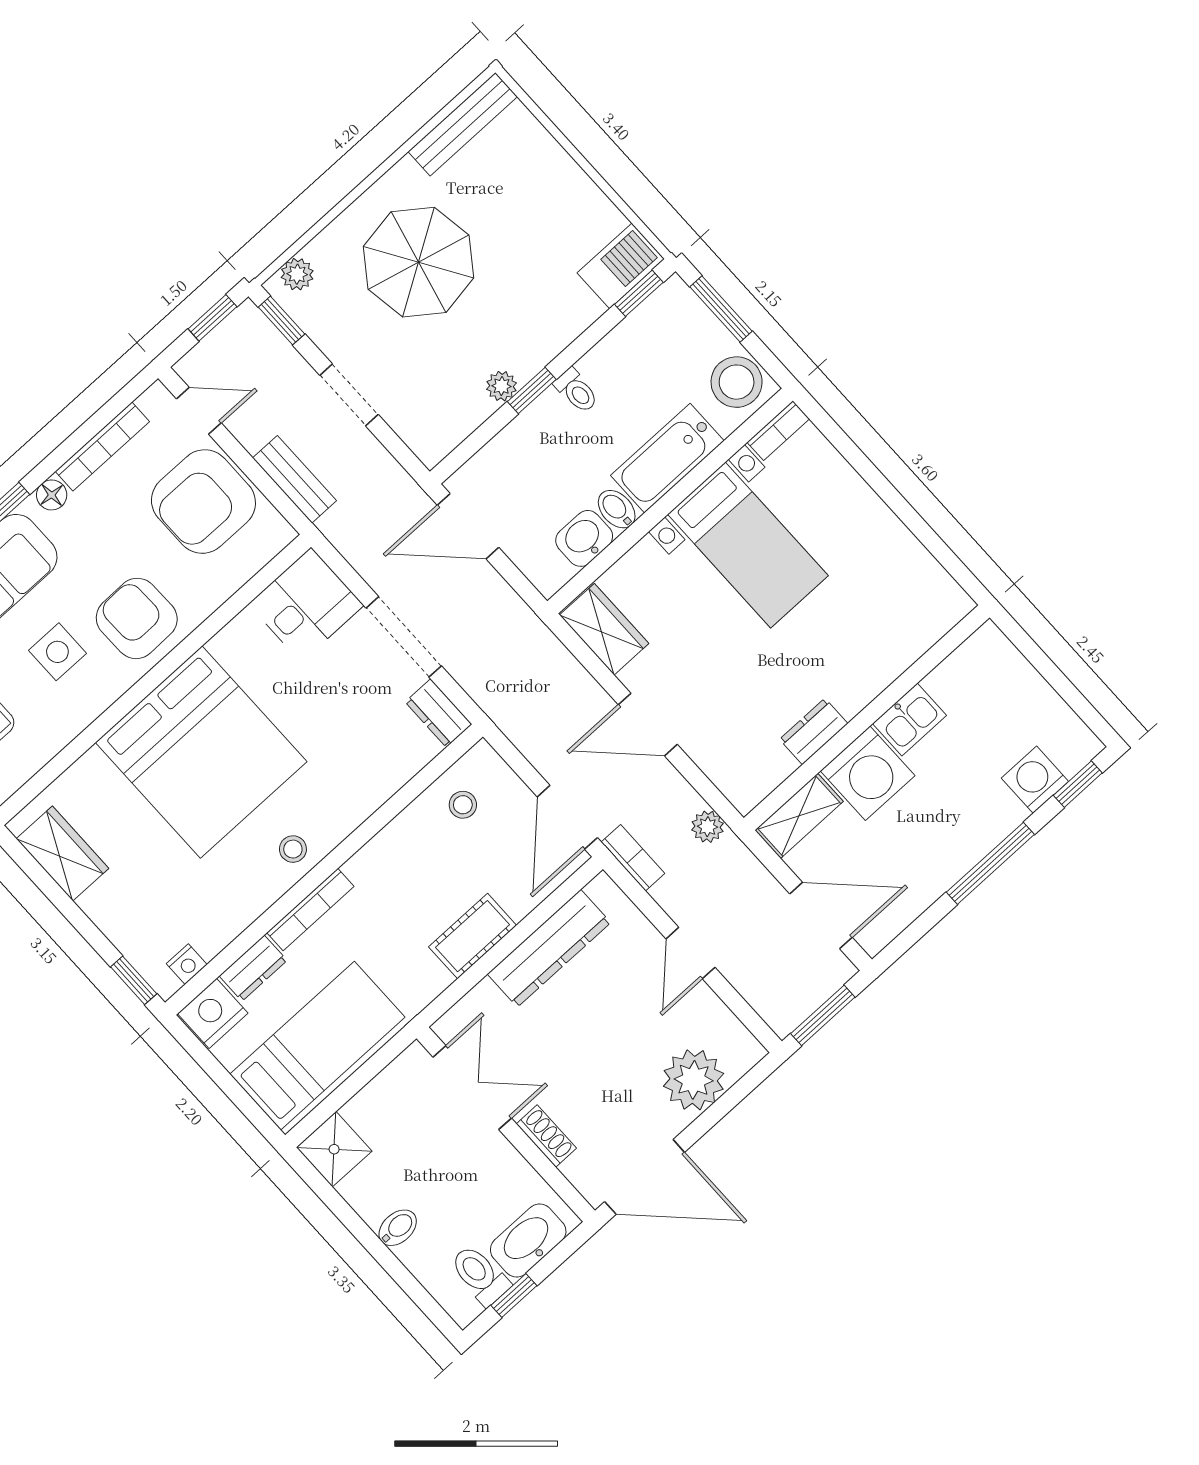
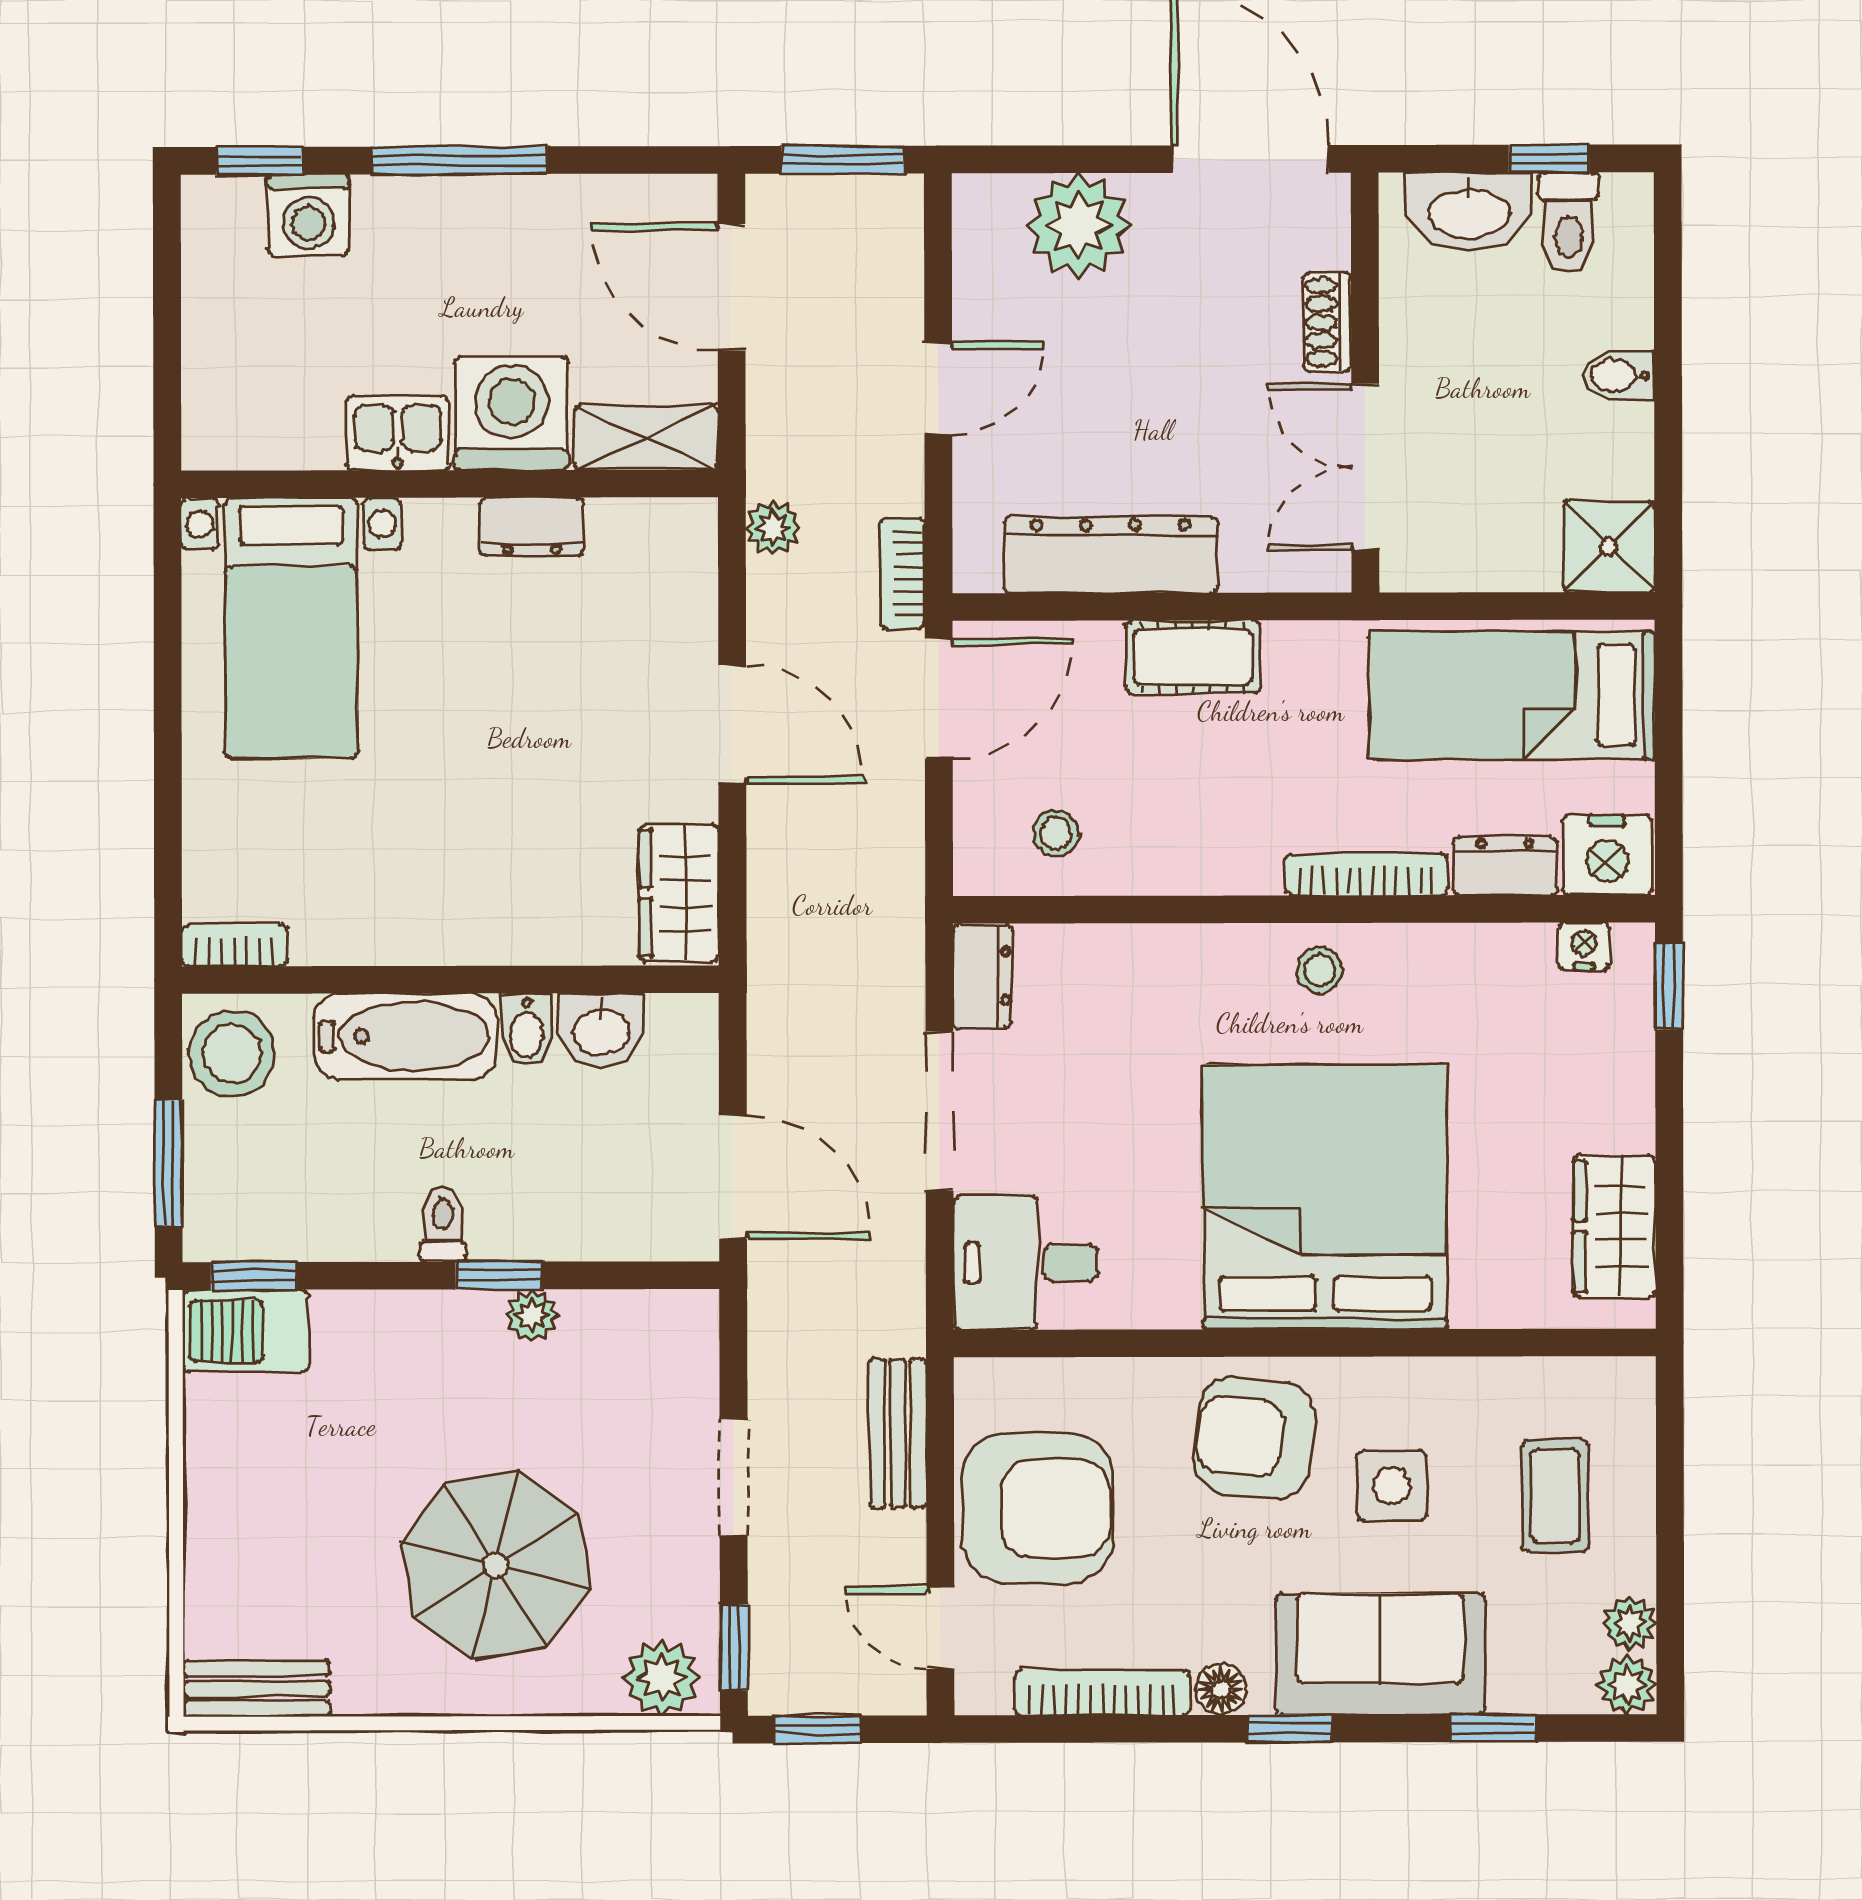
bench: (463, 124) -> (257, 1689), width x0.73
plant: (297, 274) -> (662, 1678), width x1.38, depth x1.38
bed with nightstands: (748, 545) -> (291, 628), moved, turned 180
armchair: (137, 618) -> (1254, 1438), turned 98

